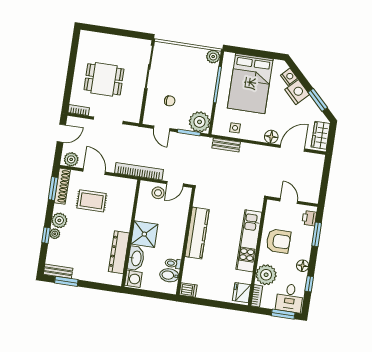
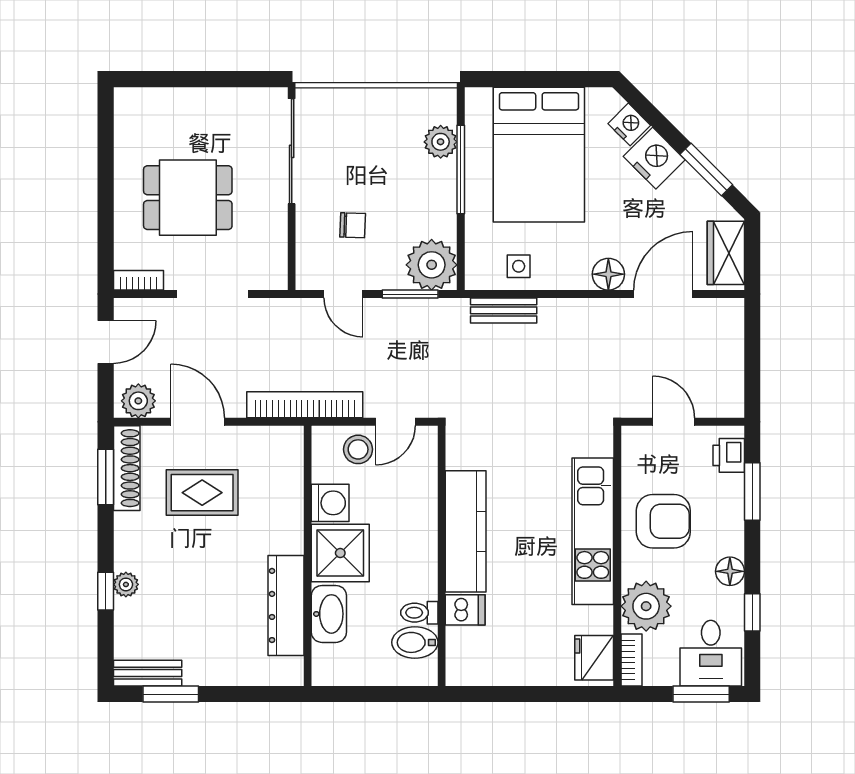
plant: (213, 57) -> (441, 142), moved
plant: (59, 220) -> (132, 551), removed
washing machine: (133, 279) -> (330, 503), moved
dishwasher: (188, 290) -> (465, 610), moved

